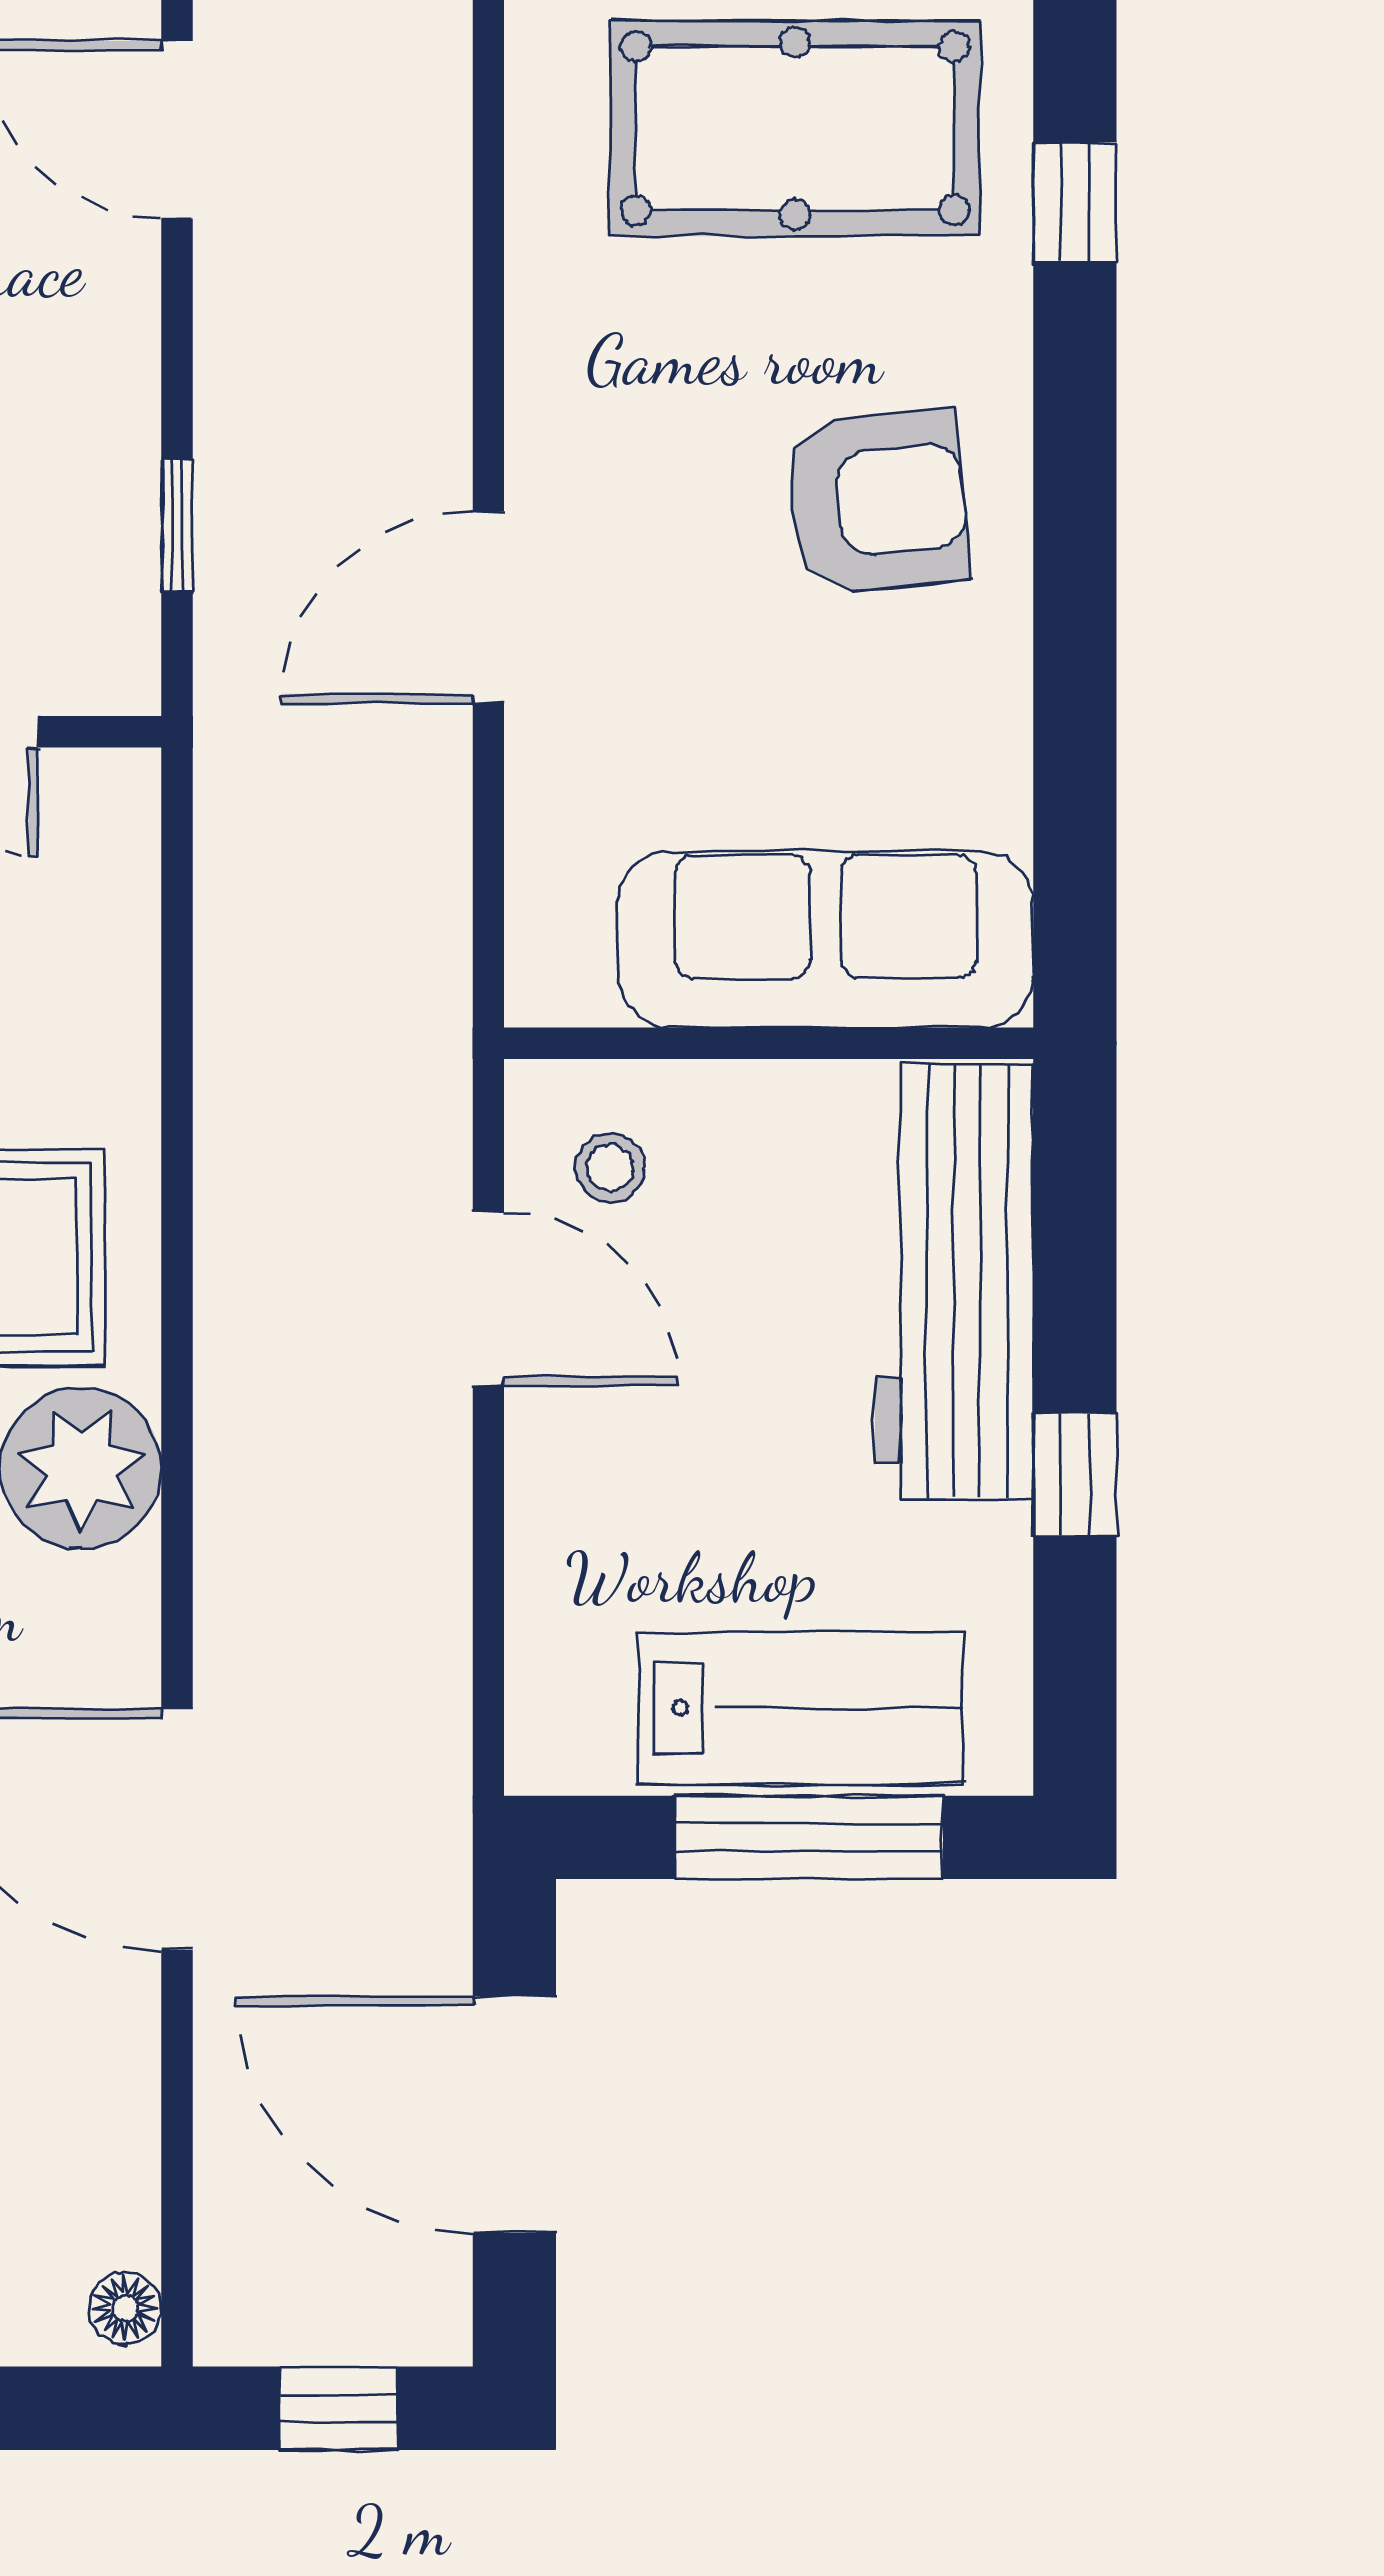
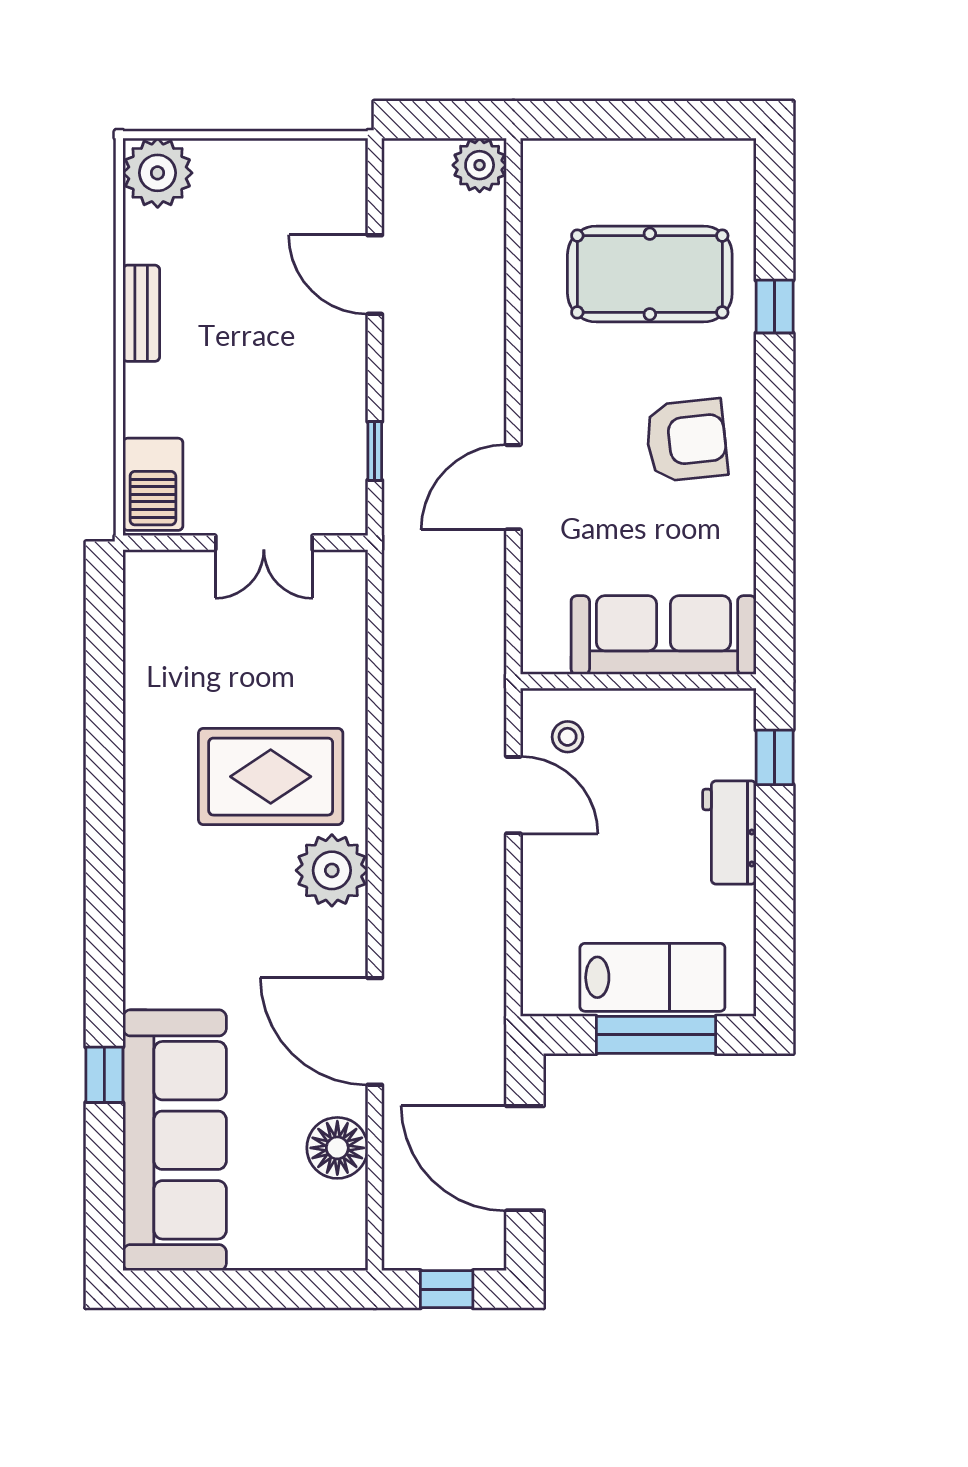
workbench: (954, 1281) -> (729, 833), width x0.53, depth x0.76
window: (1075, 1475) -> (775, 757), moved
floor lamp: (125, 2308) -> (337, 1148), moved, width x1.89, depth x1.89

